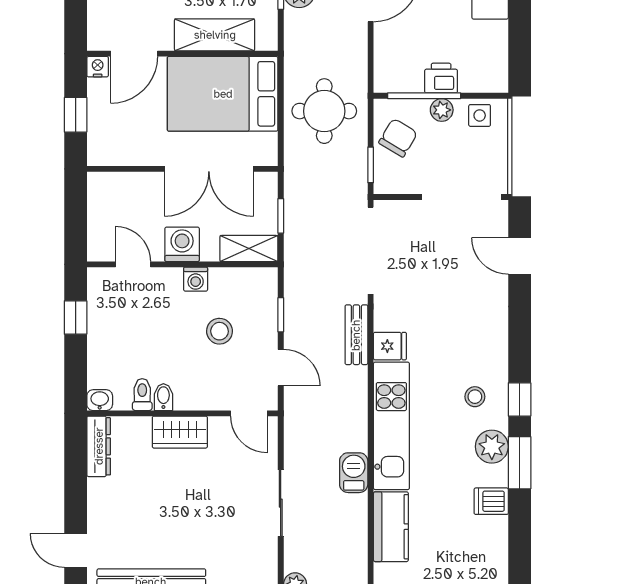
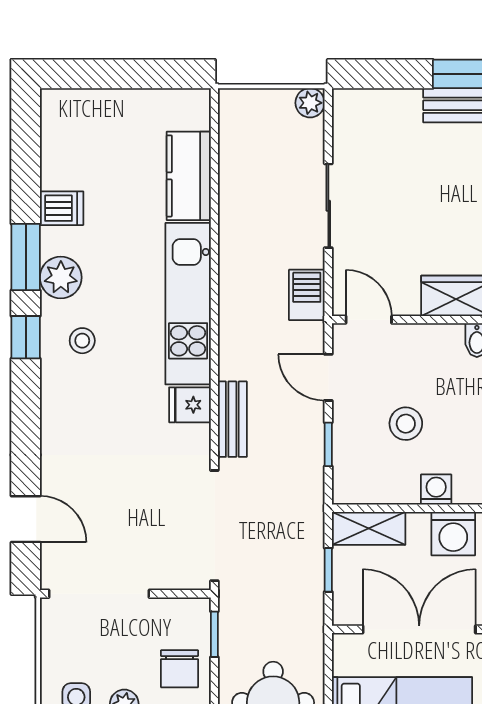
chair: (398, 138) -> (180, 669), turned -31
barbecue: (354, 473) -> (307, 295), moved, turned 180

